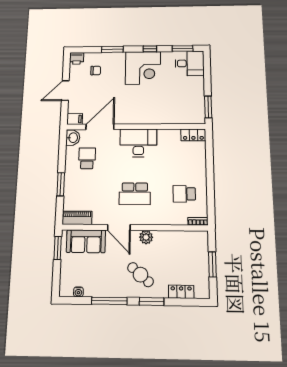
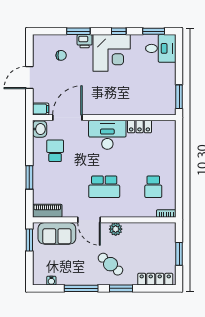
printer: (77, 58) -> (85, 41), moved
locker: (193, 135) -> (140, 126), moved
school desk: (184, 194) -> (153, 187), turned -90
locker: (181, 292) -> (155, 279), width x1.53

